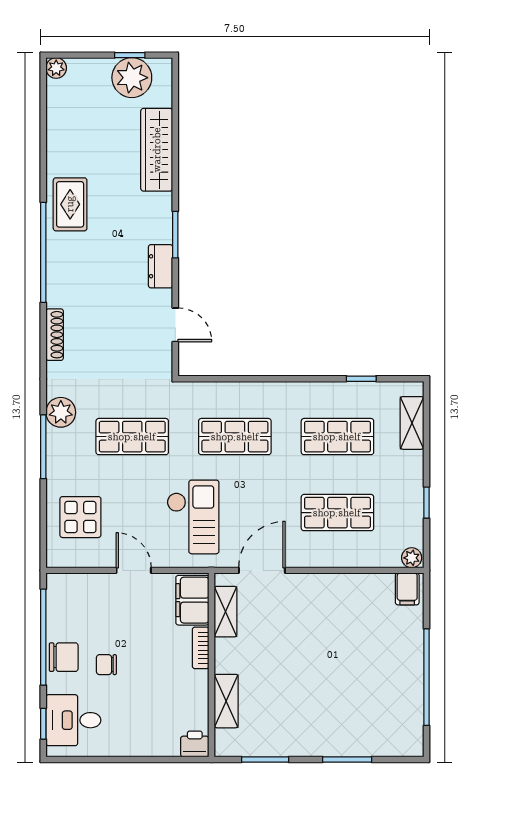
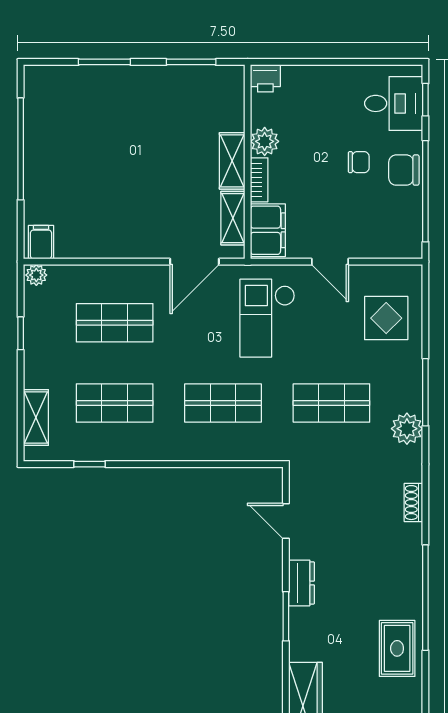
shoe rack: (55, 335) -> (413, 503), width x0.70
plant: (196, 684) -> (265, 141), added
shelving: (226, 701) -> (232, 161), moved

